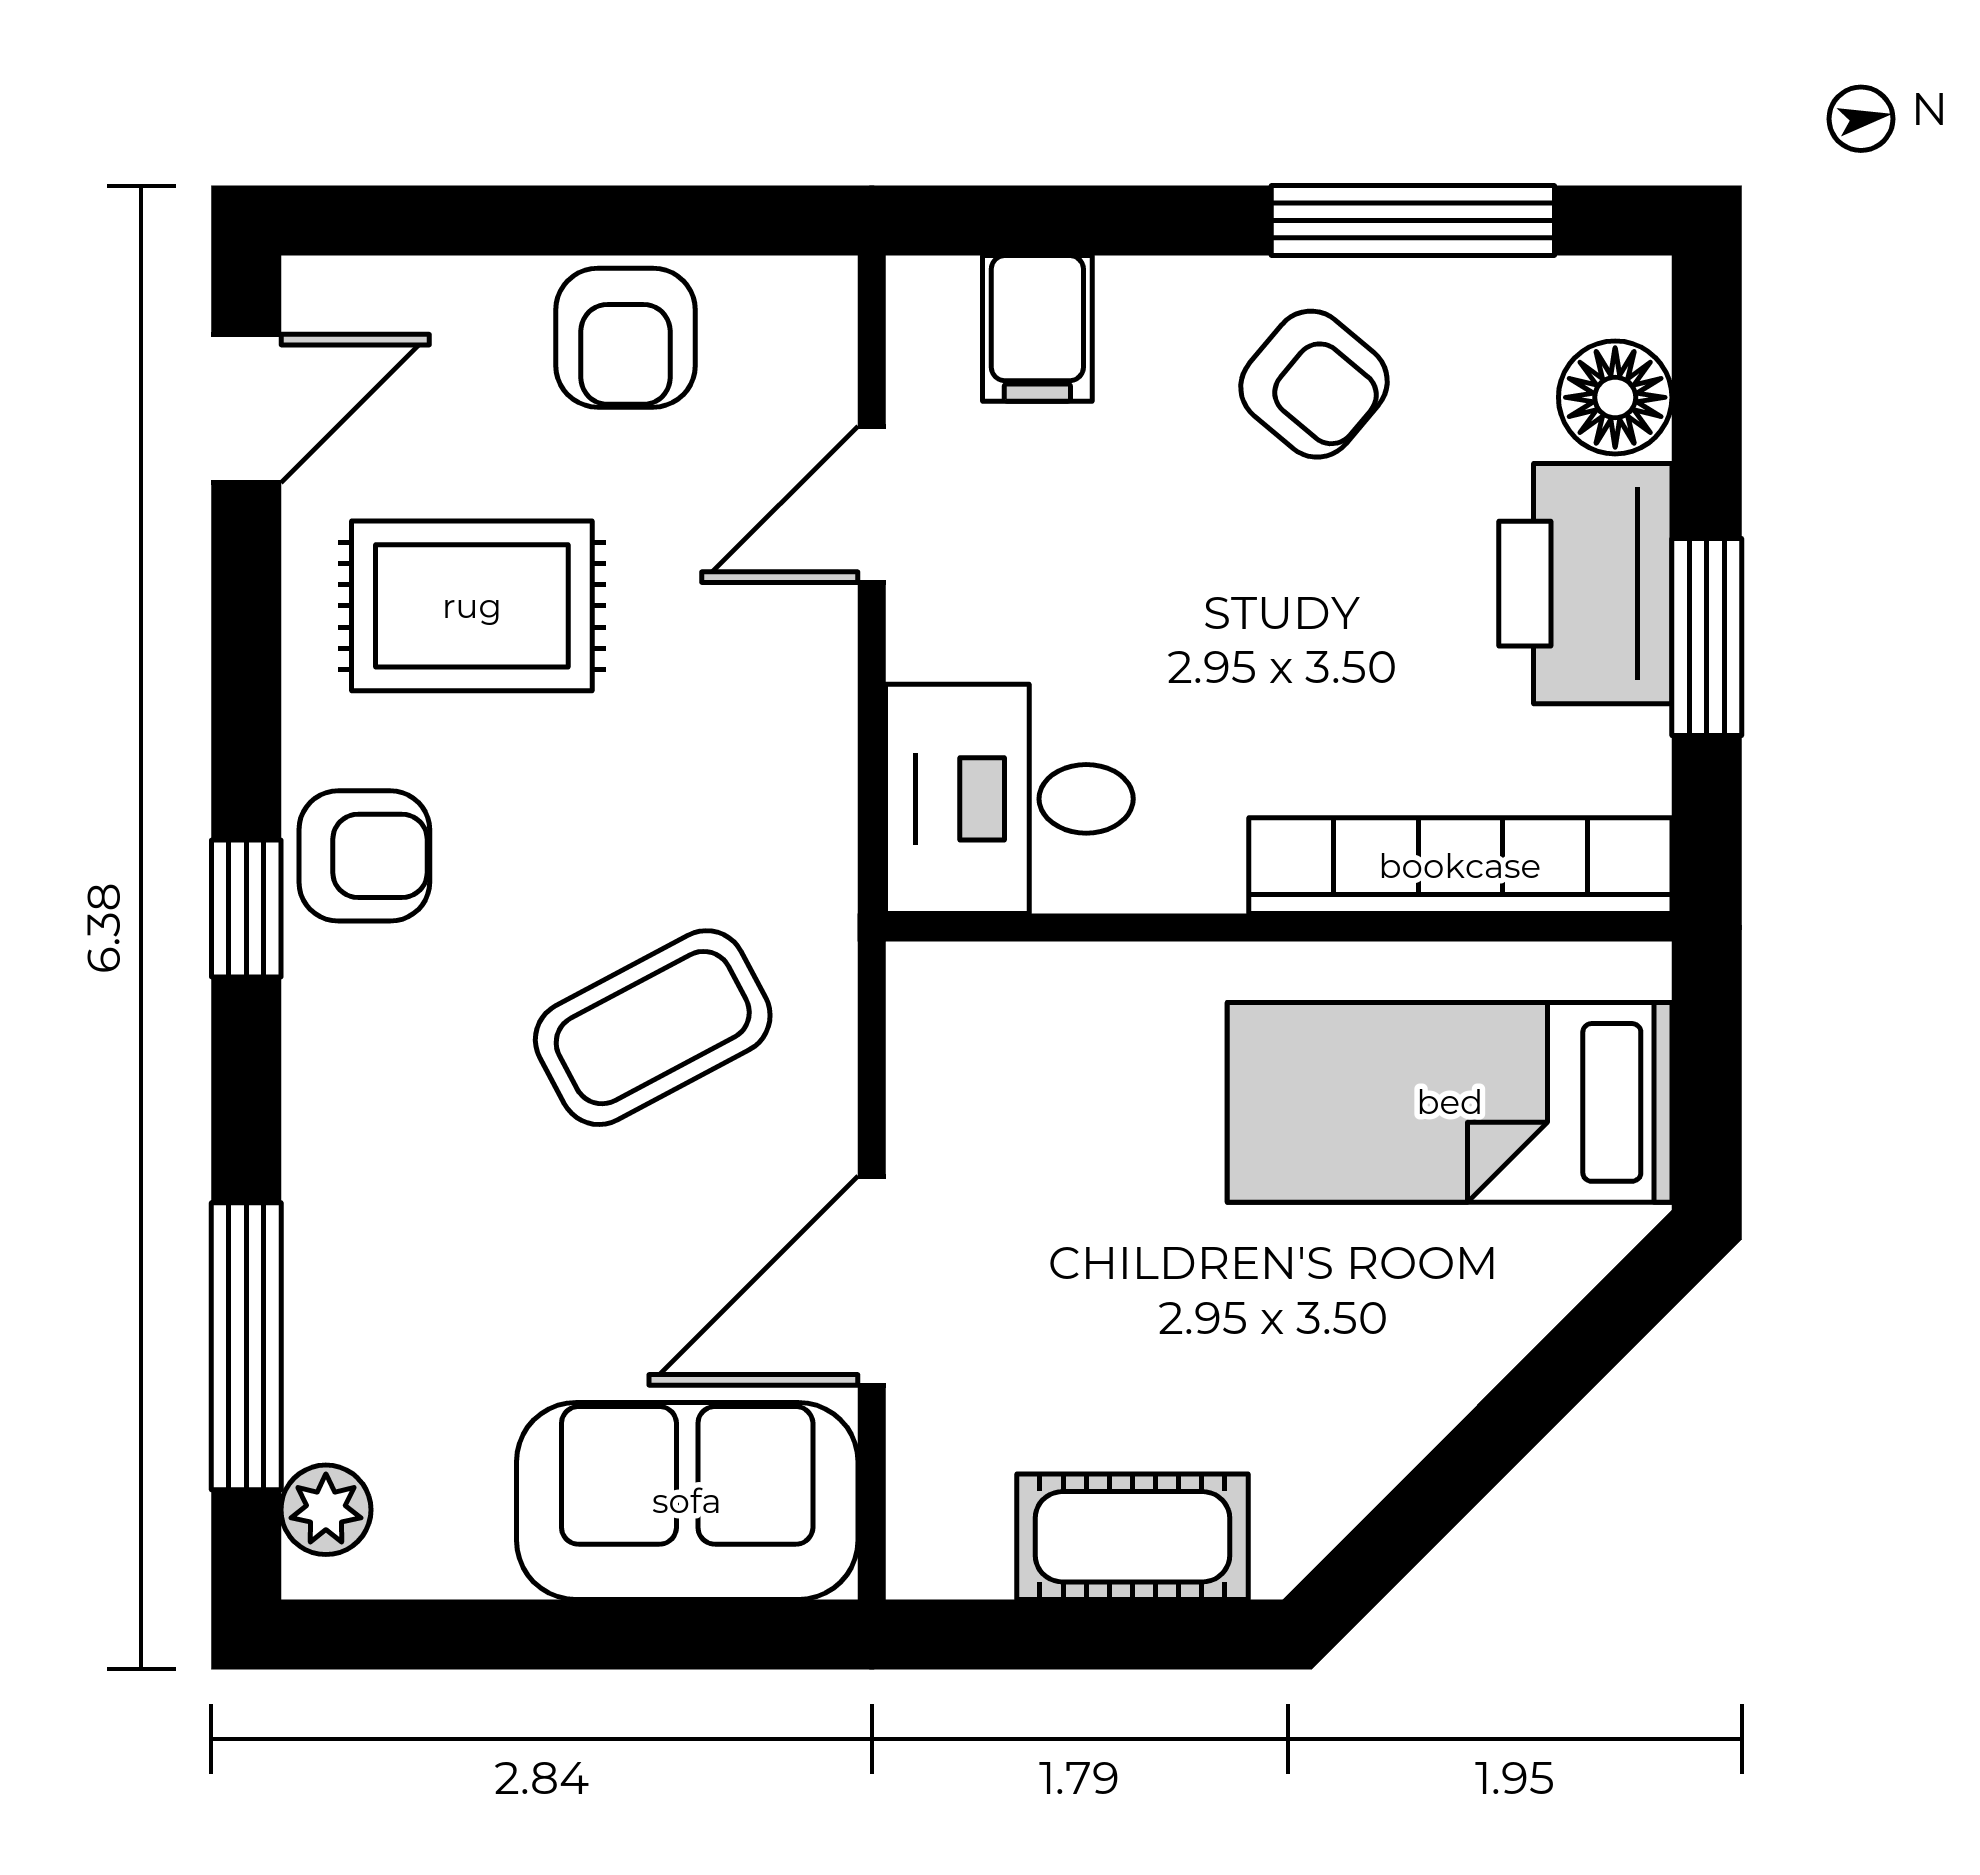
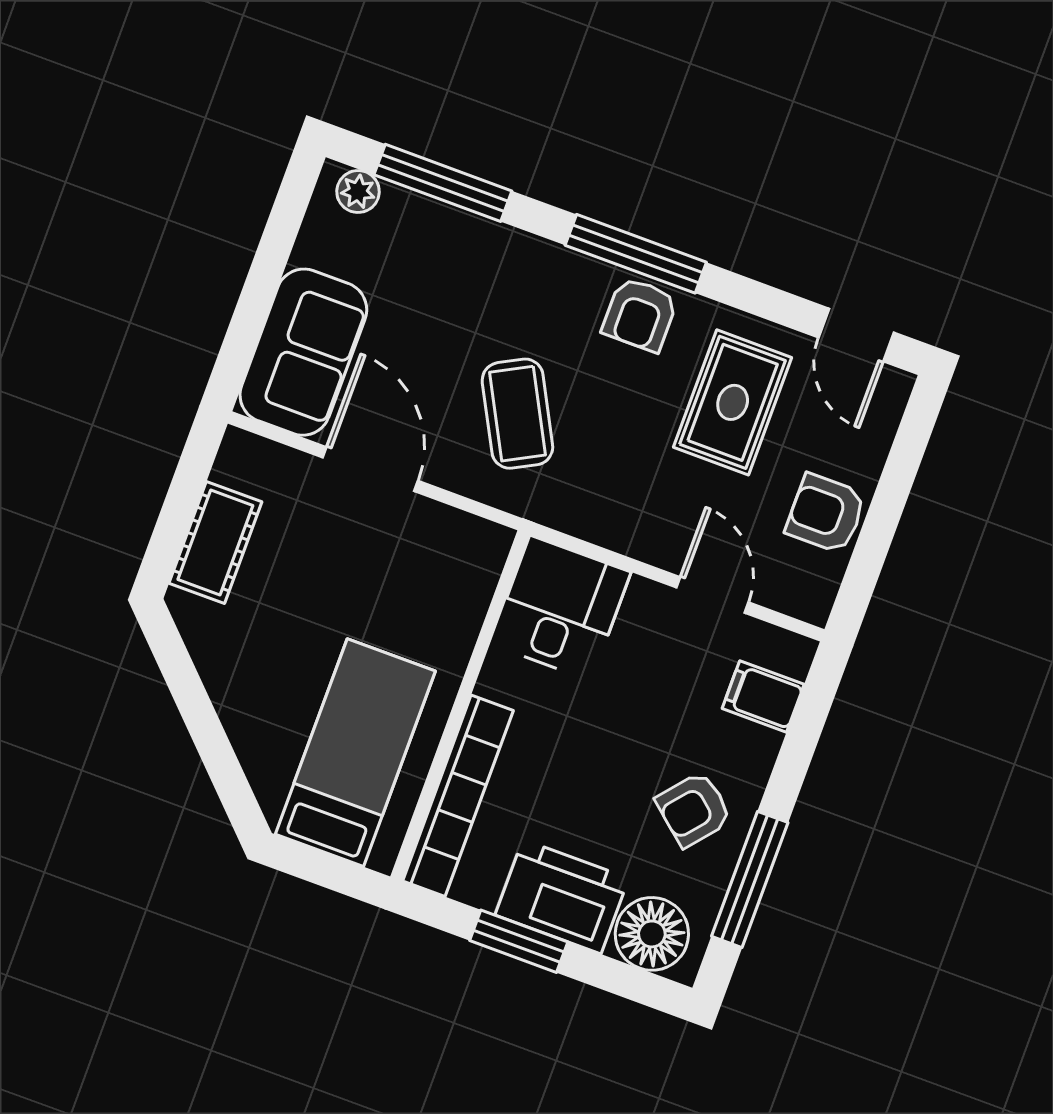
floor lamp: (1615, 397) -> (652, 934), width x1.38, depth x1.38
window: (246, 908) -> (636, 254), width x2.17

